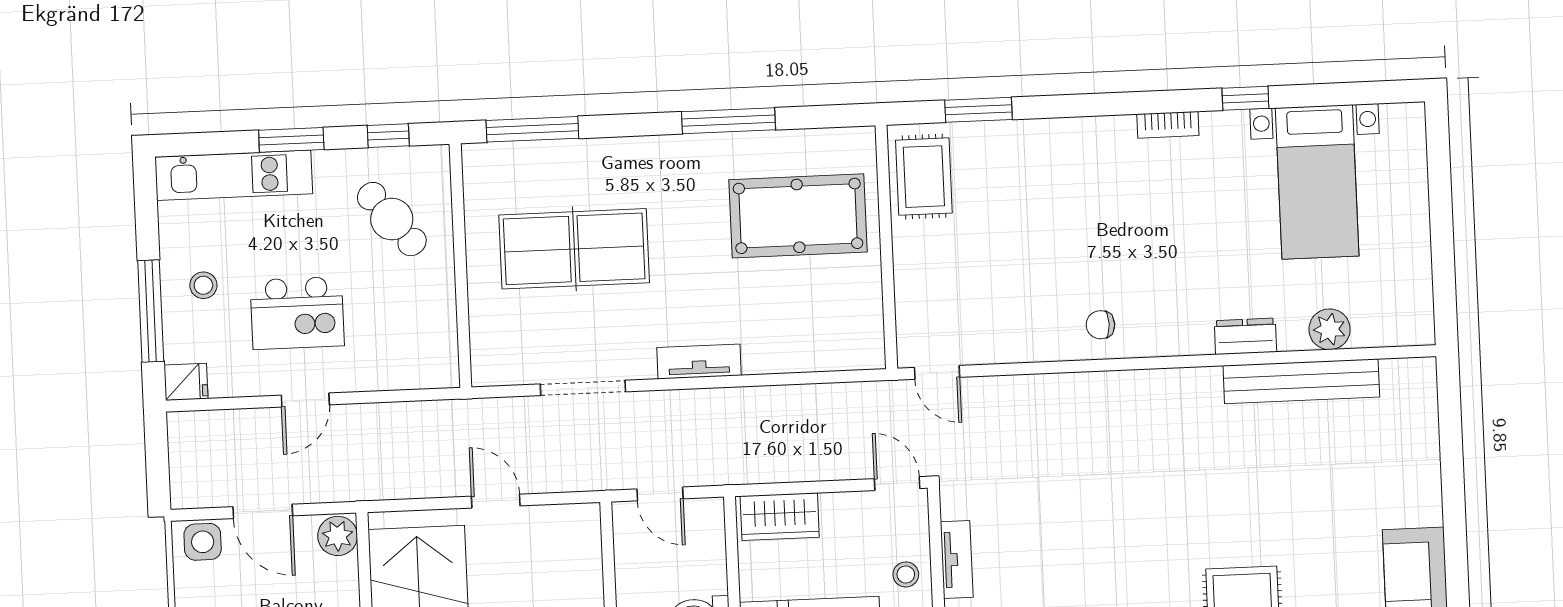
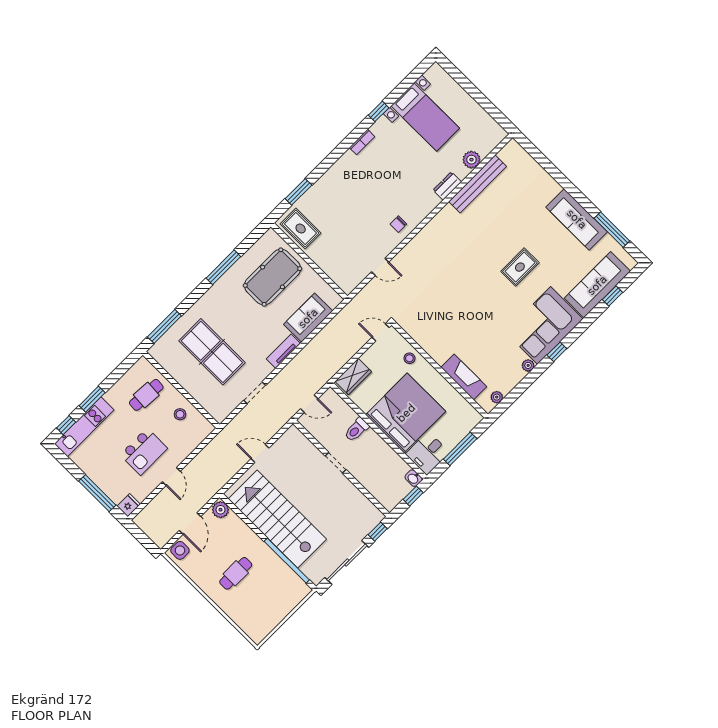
window: (388, 136) -> (66, 425), moved
cafe table: (392, 219) -> (146, 395), turned -47
table tennis table: (574, 249) -> (212, 352), turned 90
stool: (203, 285) -> (180, 414), moved
sofa: (795, 343) -> (308, 318), added
door: (937, 372) -> (380, 267), moved
doorway: (583, 388) -> (255, 393), width x0.73
door: (263, 511) -> (190, 524), hinge flipped
tv unit: (957, 559) -> (421, 339), removed

